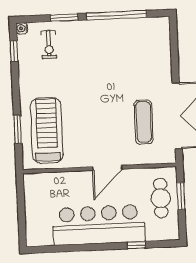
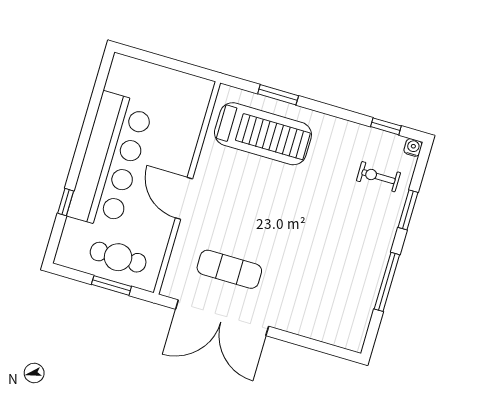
window: (116, 15) -> (387, 282), width x0.68

